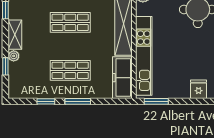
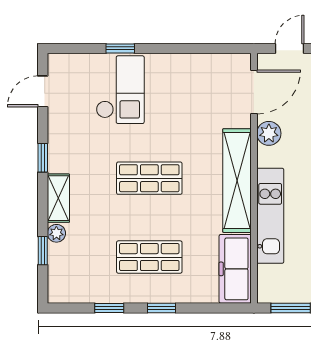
kitchen unit: (144, 56) -> (270, 216), width x0.73
window: (78, 101) -> (162, 308), width x0.67

